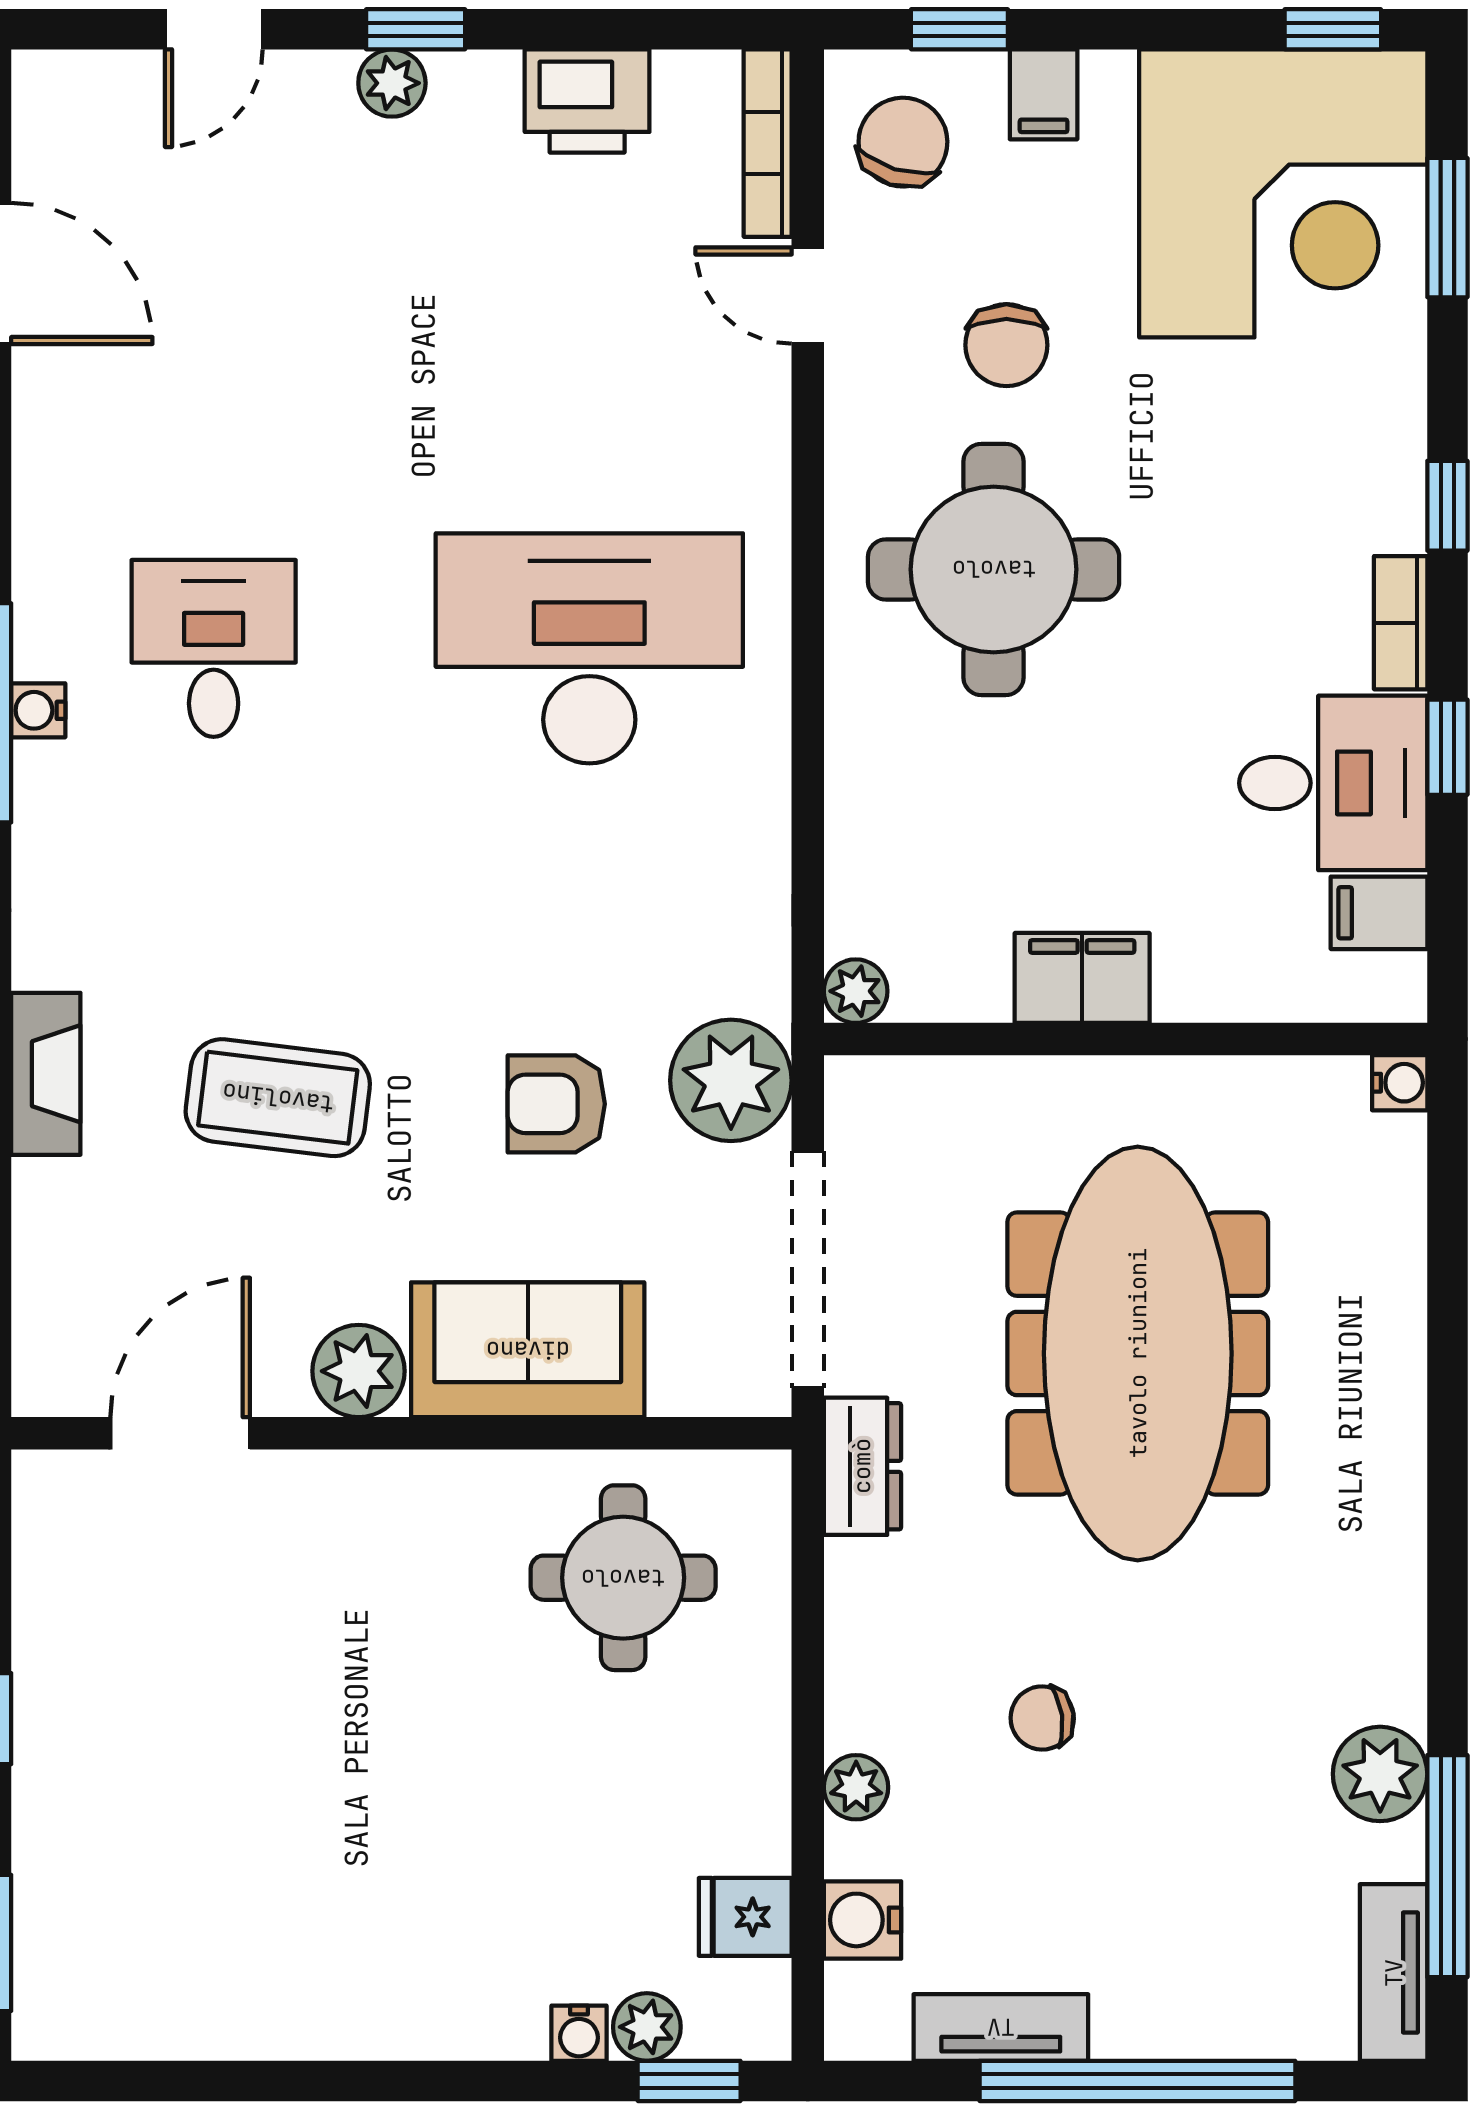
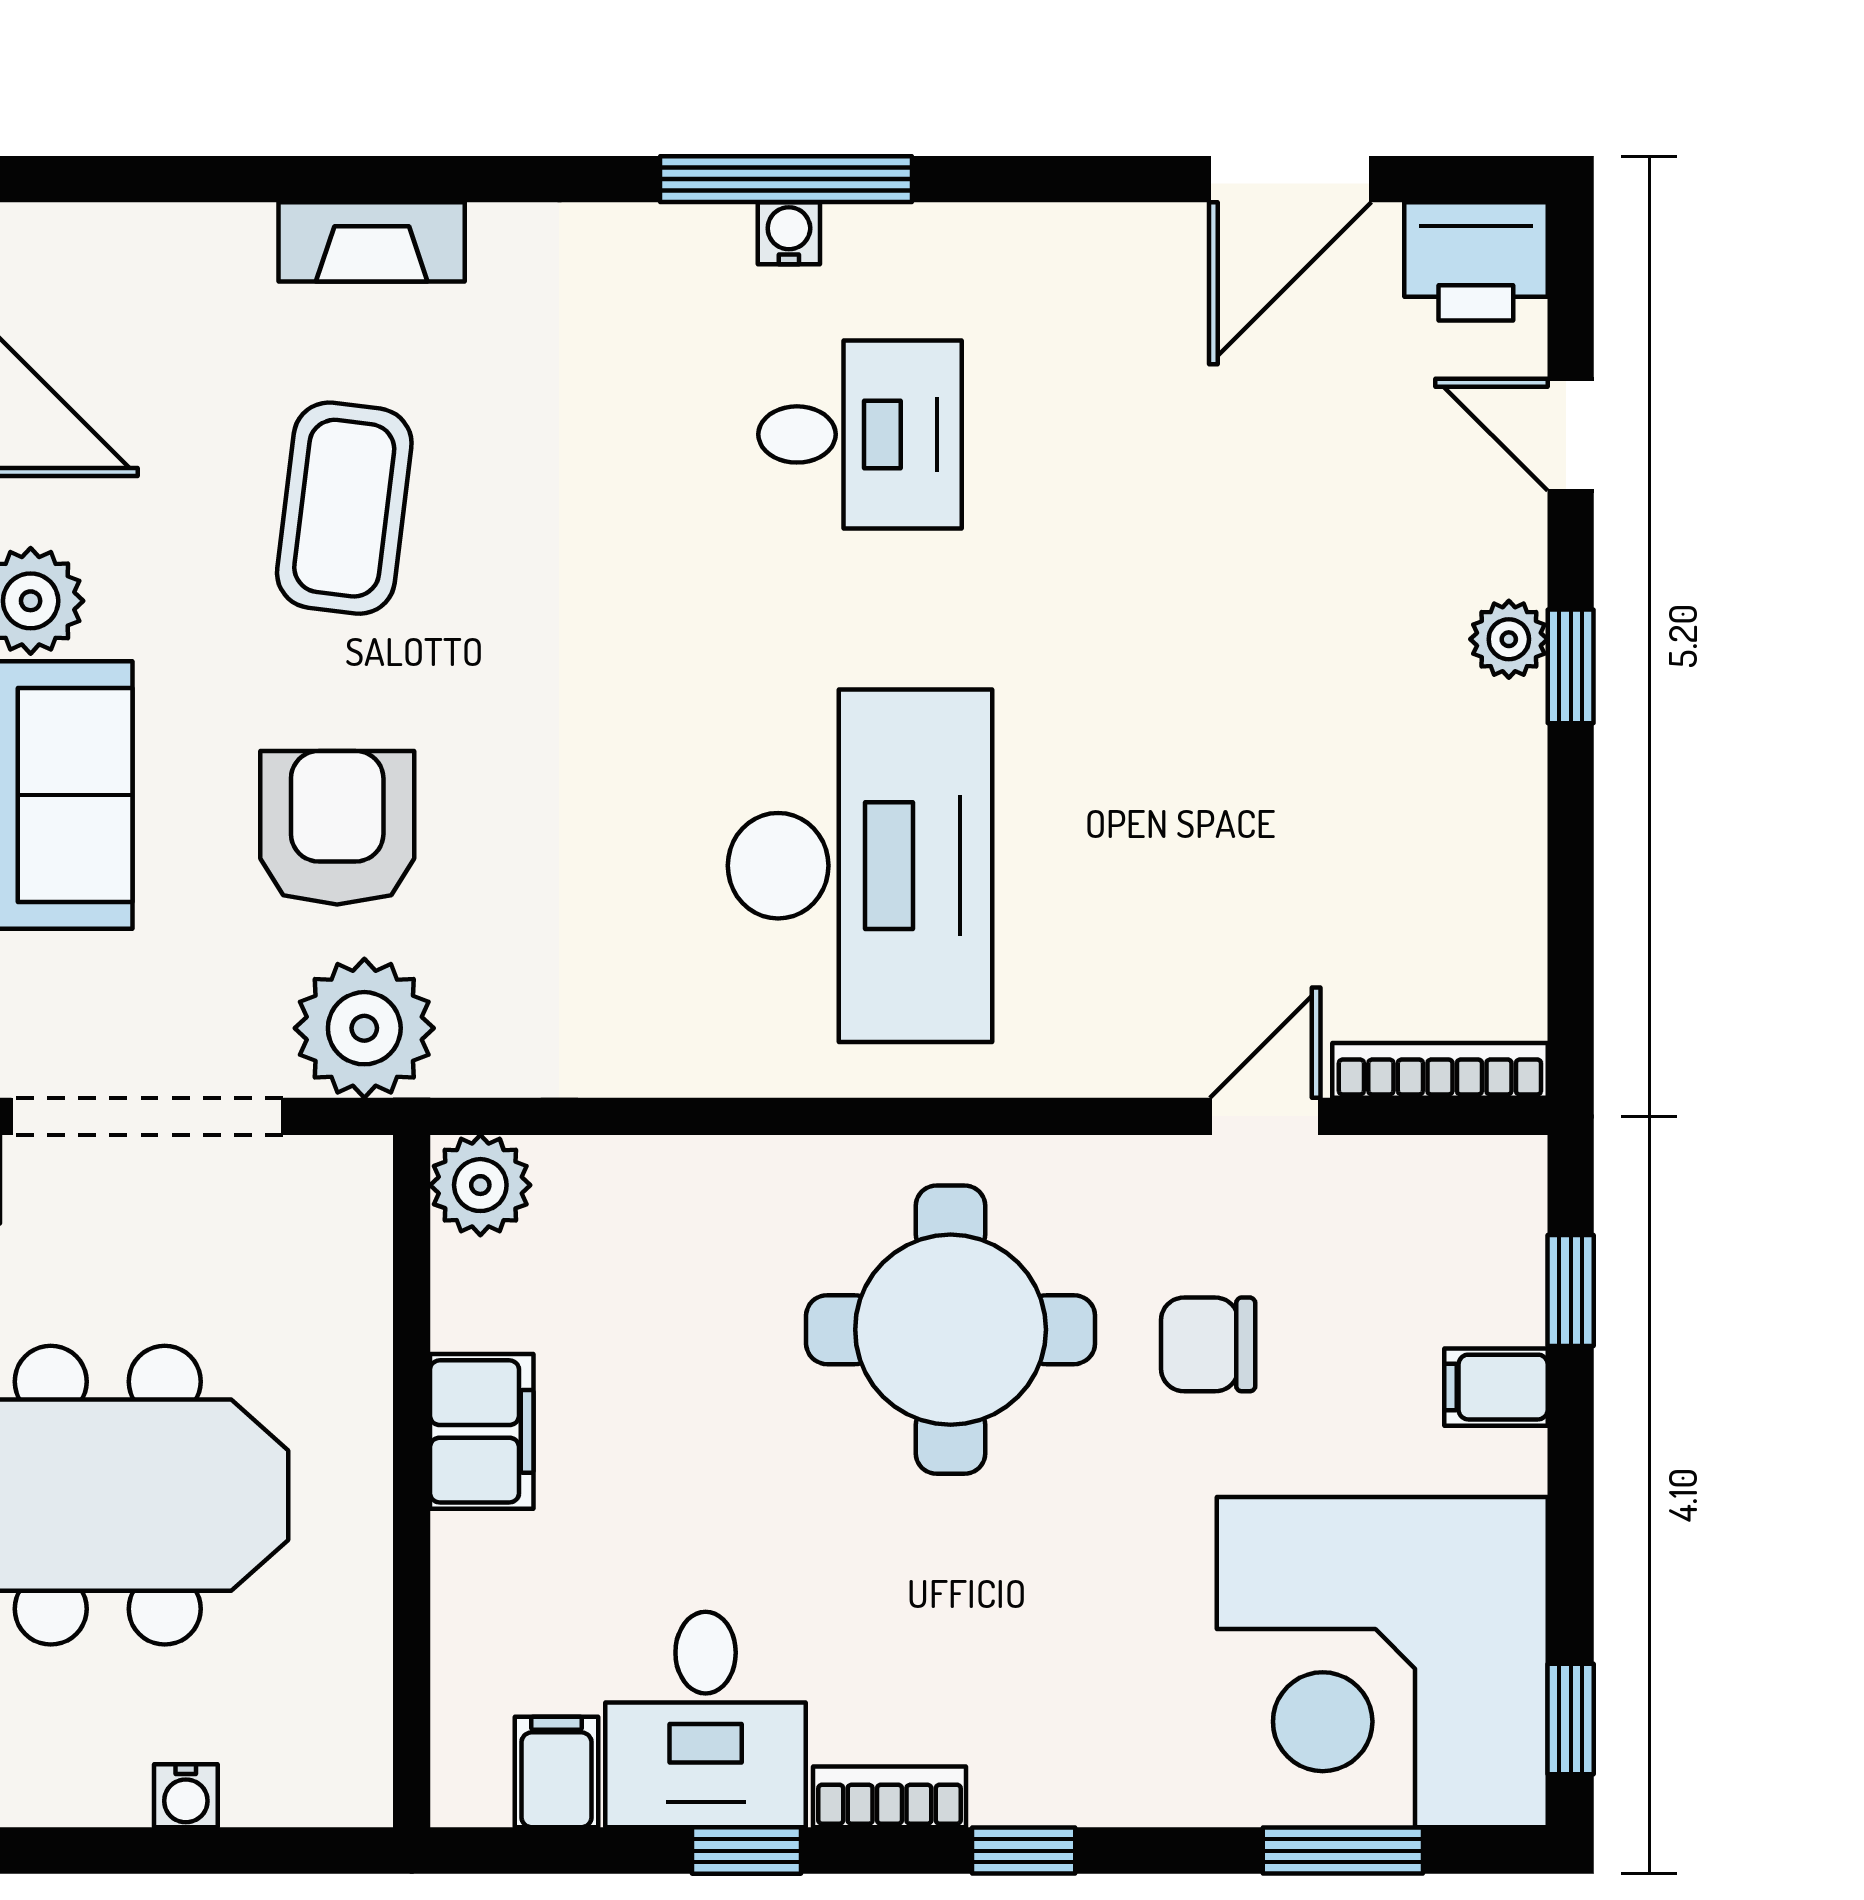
printer: (587, 101) -> (1476, 261), moved, turned -90
chair: (903, 142) -> (1441, 1226), removed
plant: (856, 991) -> (480, 1185), width x1.38, depth x1.38
water cooler: (1400, 1083) -> (186, 1796), moved
armchair: (556, 1104) -> (337, 828), width x1.38, depth x1.38

